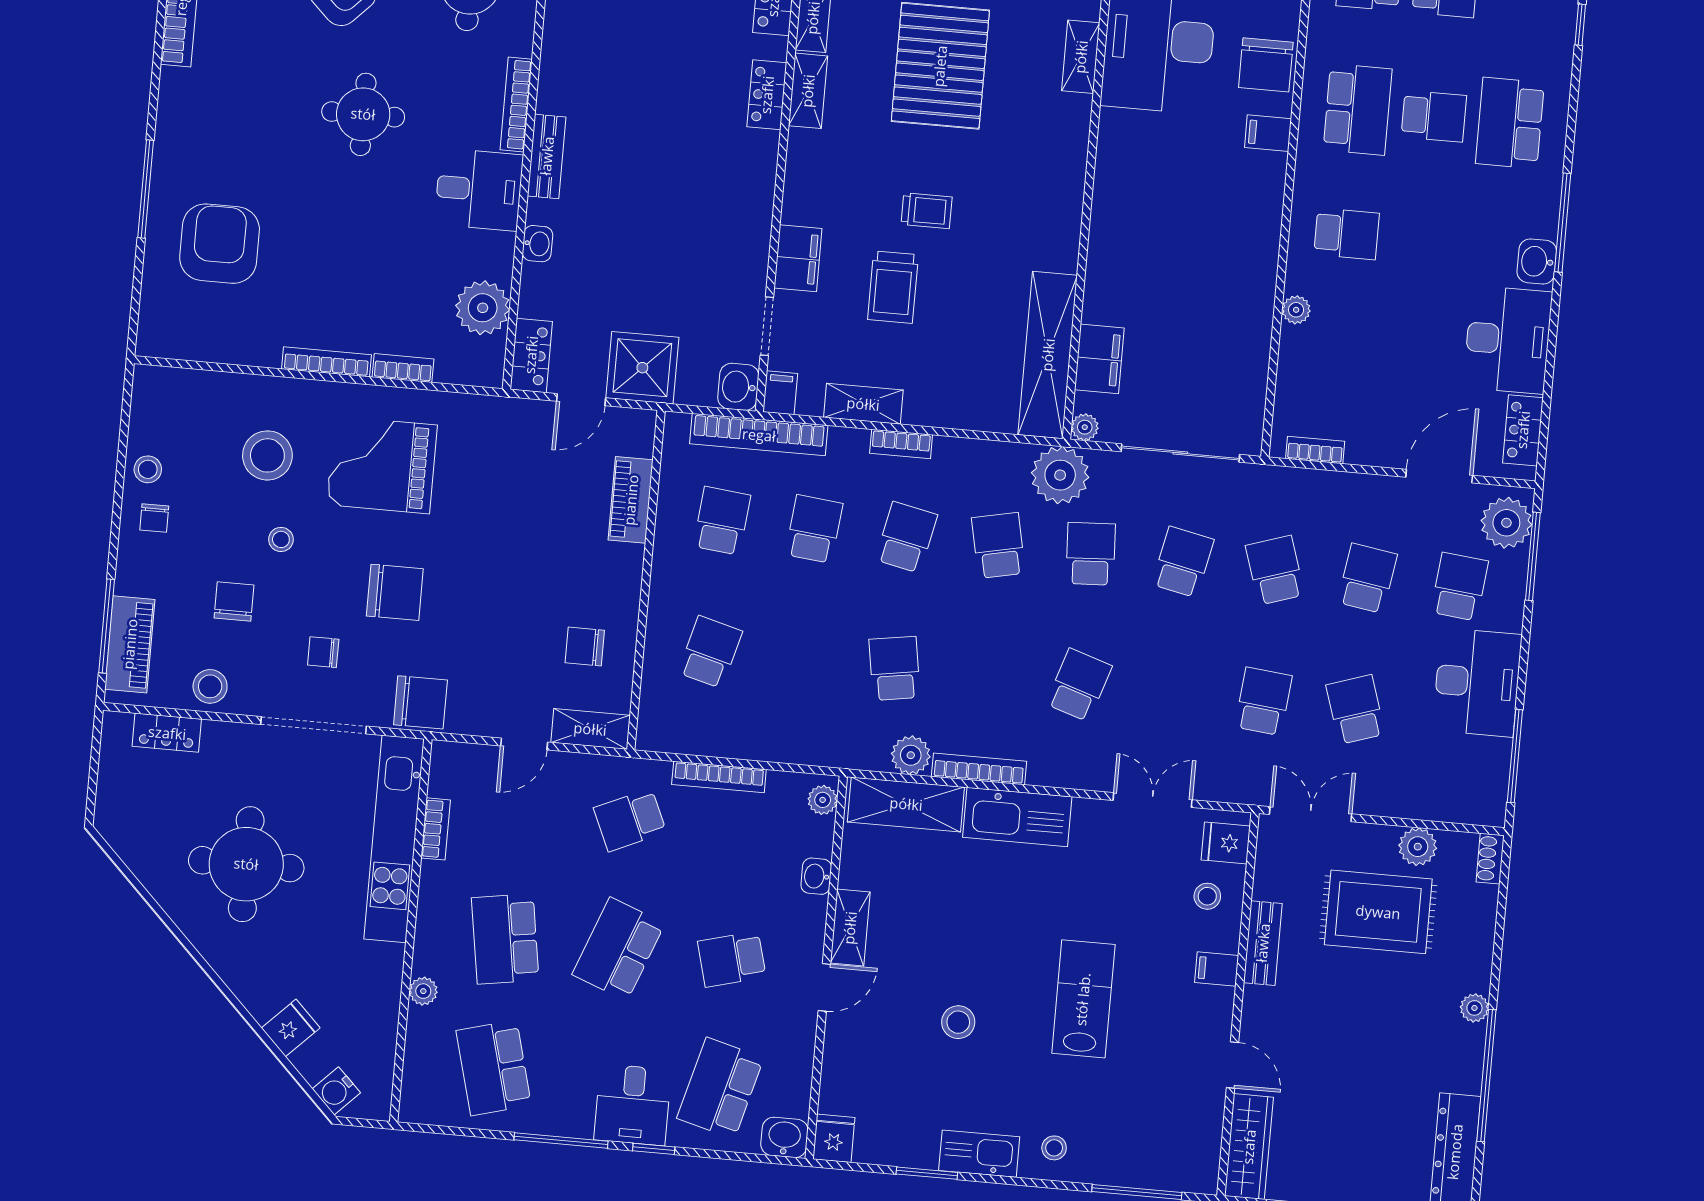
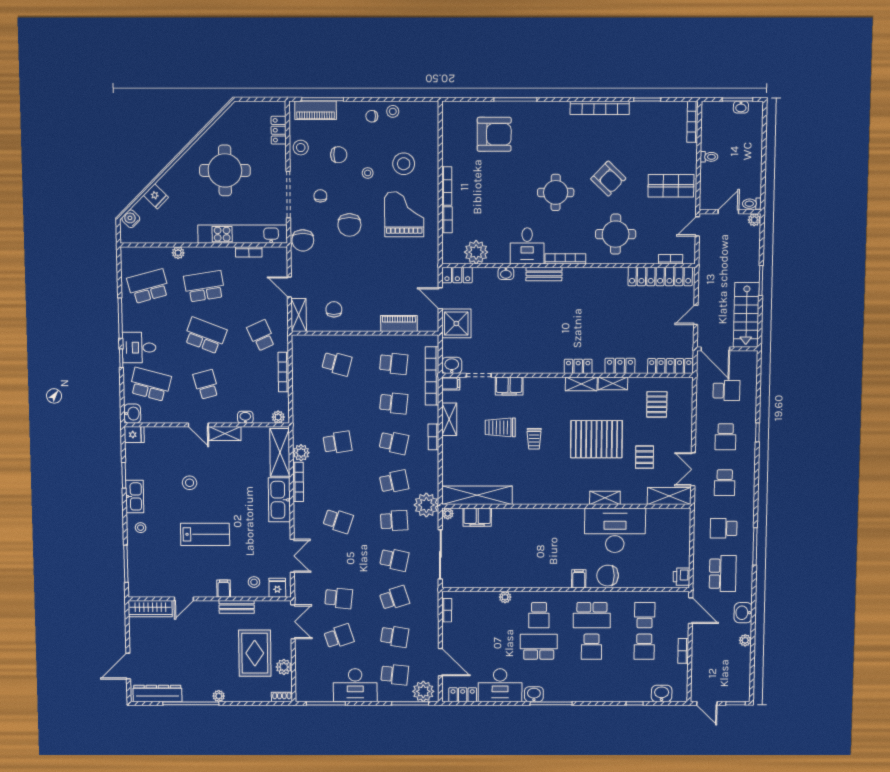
school desk: (1510, 123) -> (539, 647), moved

